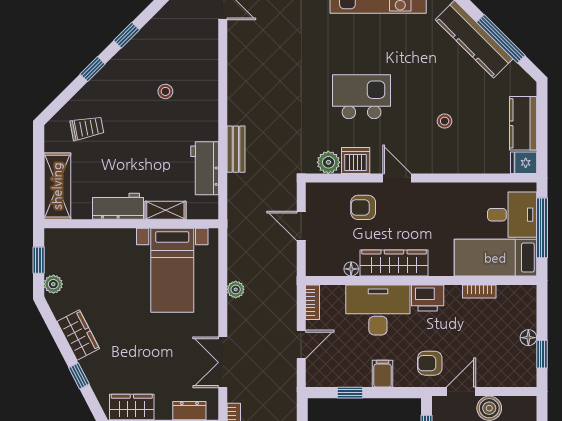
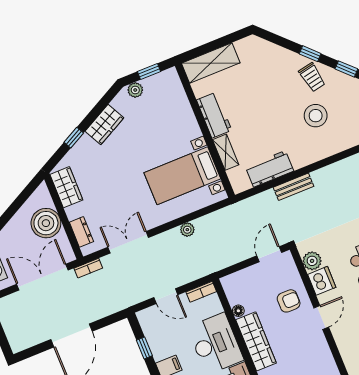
stool: (165, 91) -> (316, 116), width x1.89, depth x1.89
trolley: (87, 128) -> (312, 77), moved
armchair: (363, 207) -> (289, 301), turned 90
door: (301, 226) -> (269, 254), moved

